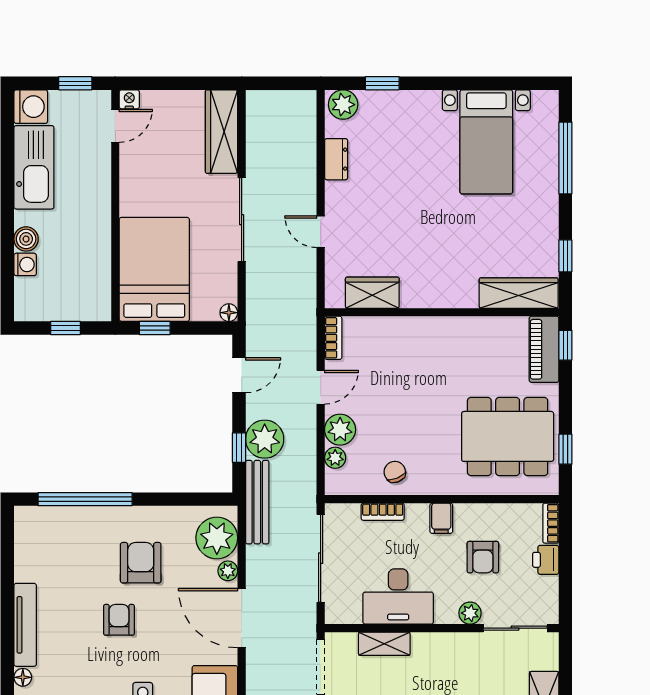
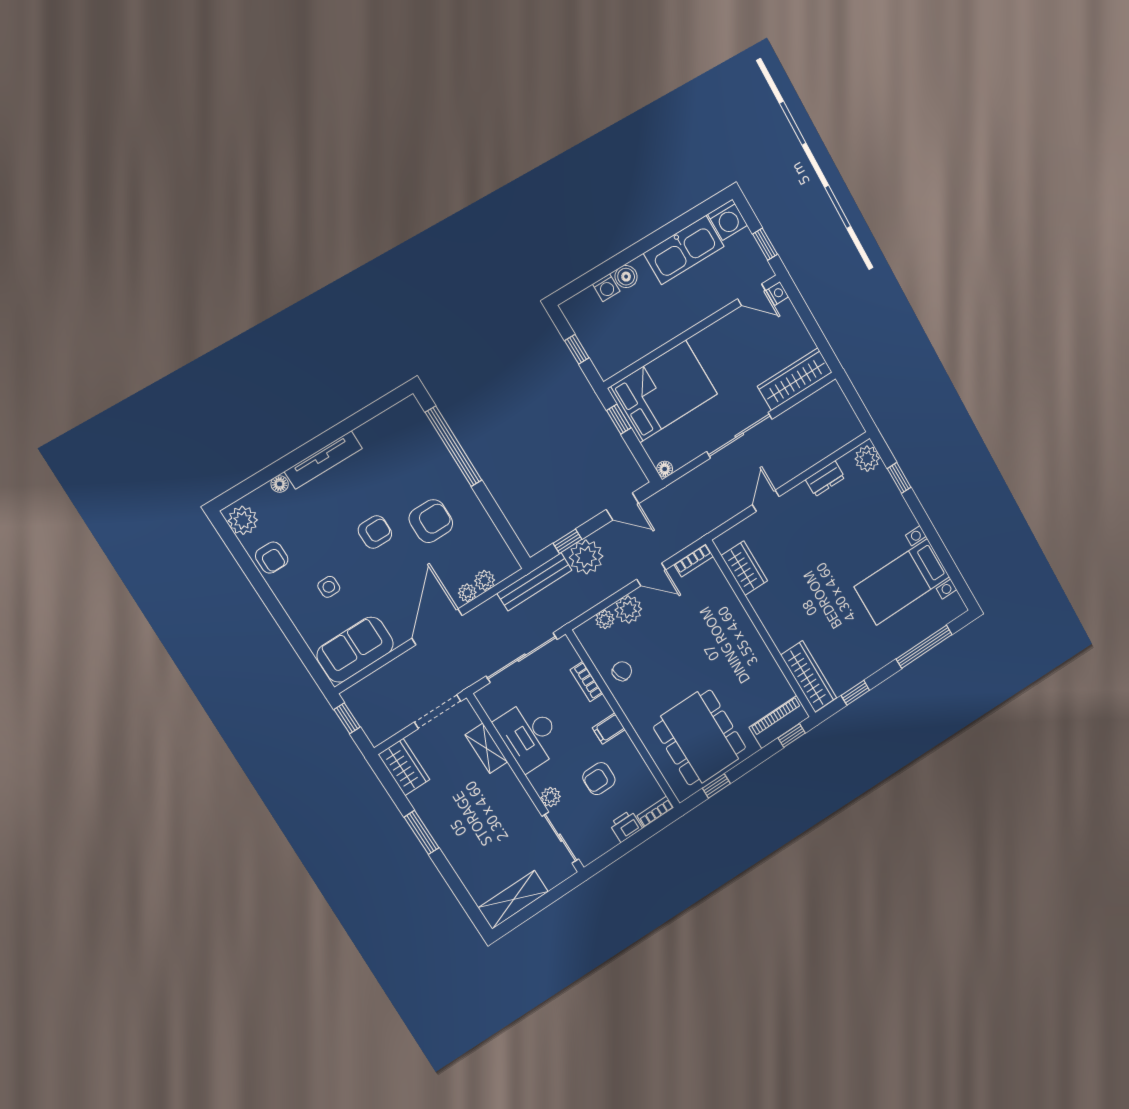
plant: (217, 538) -> (485, 580), width x0.53, depth x0.53

